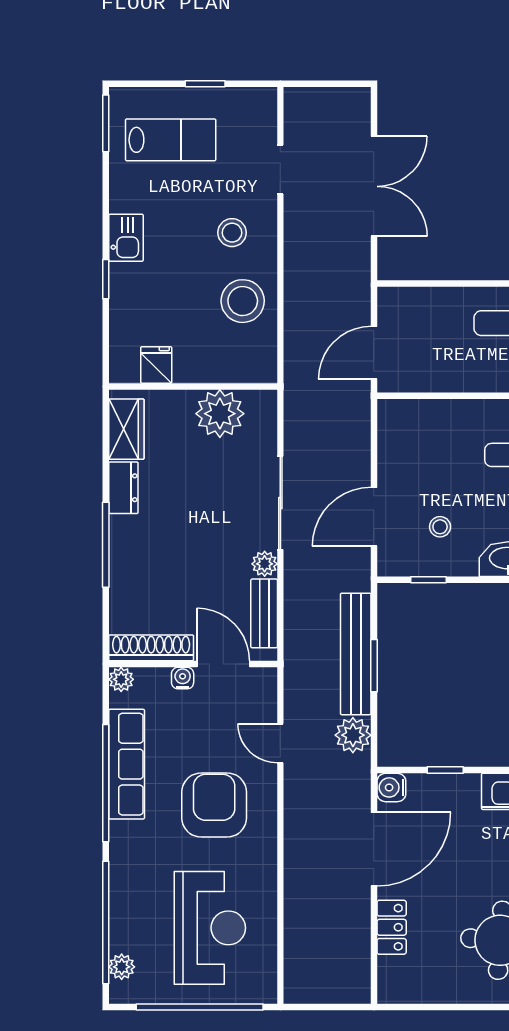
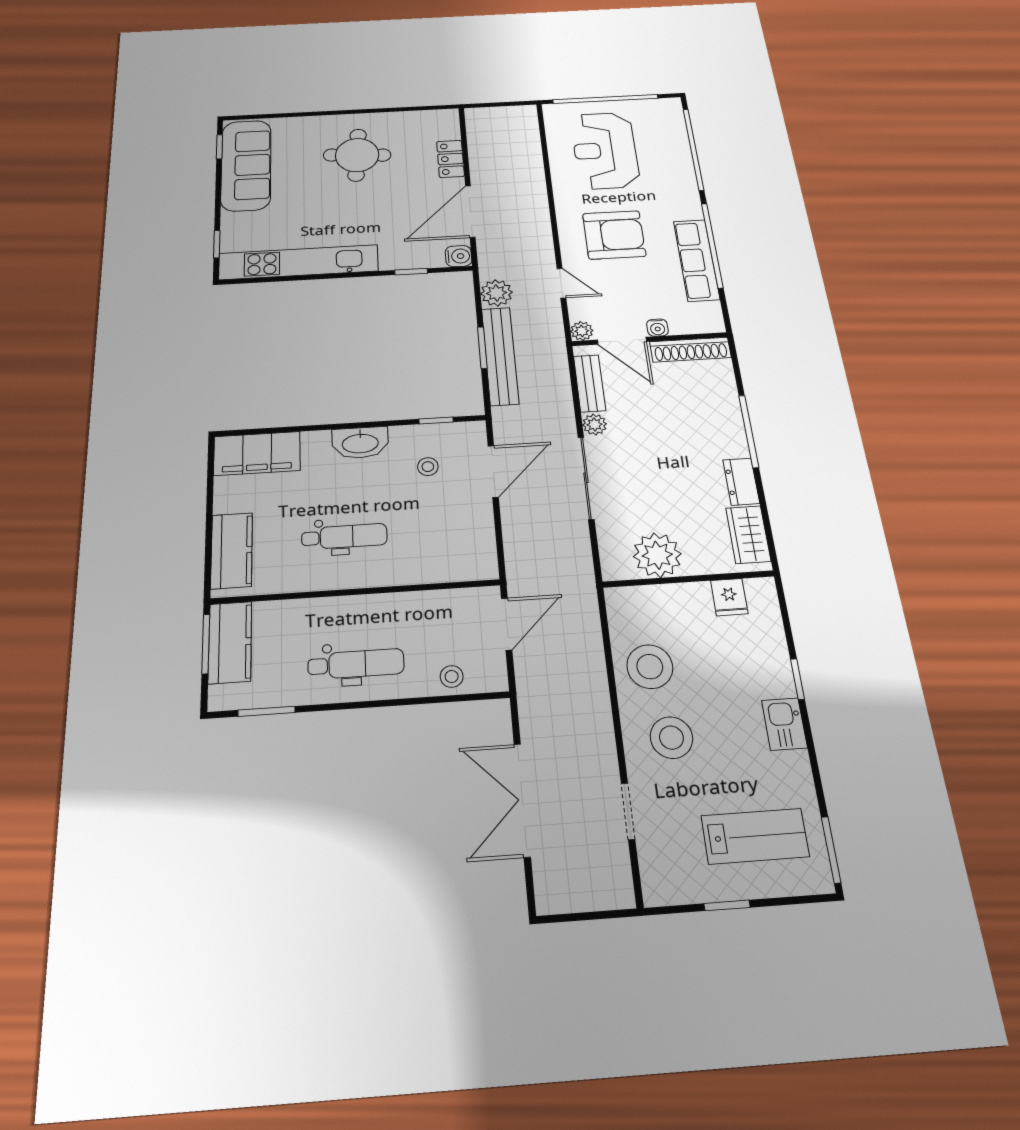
lab bench: (171, 140) -> (755, 836), turned 180
stool: (232, 233) -> (671, 738), width x1.38, depth x1.38
stool: (430, 305) -> (452, 676), added
plant: (121, 679) -> (582, 331), moved
armchair: (214, 805) -> (614, 235), turned -90
plant: (122, 967) -> (674, 121), removed

